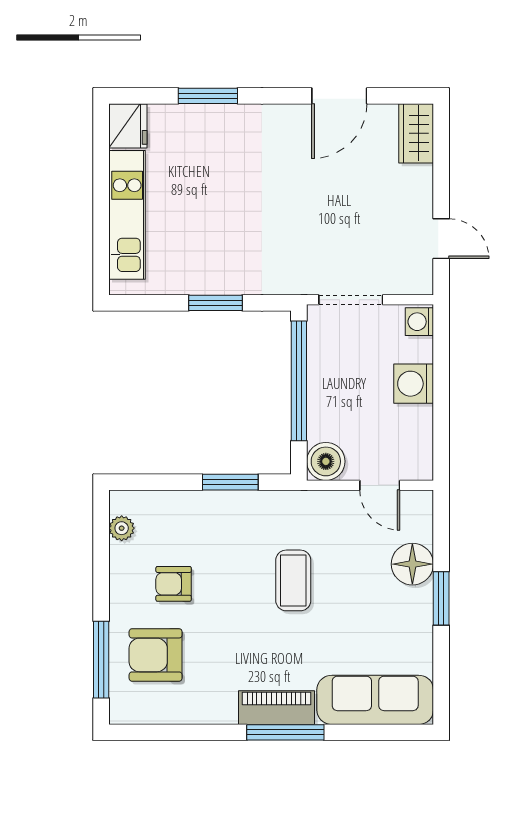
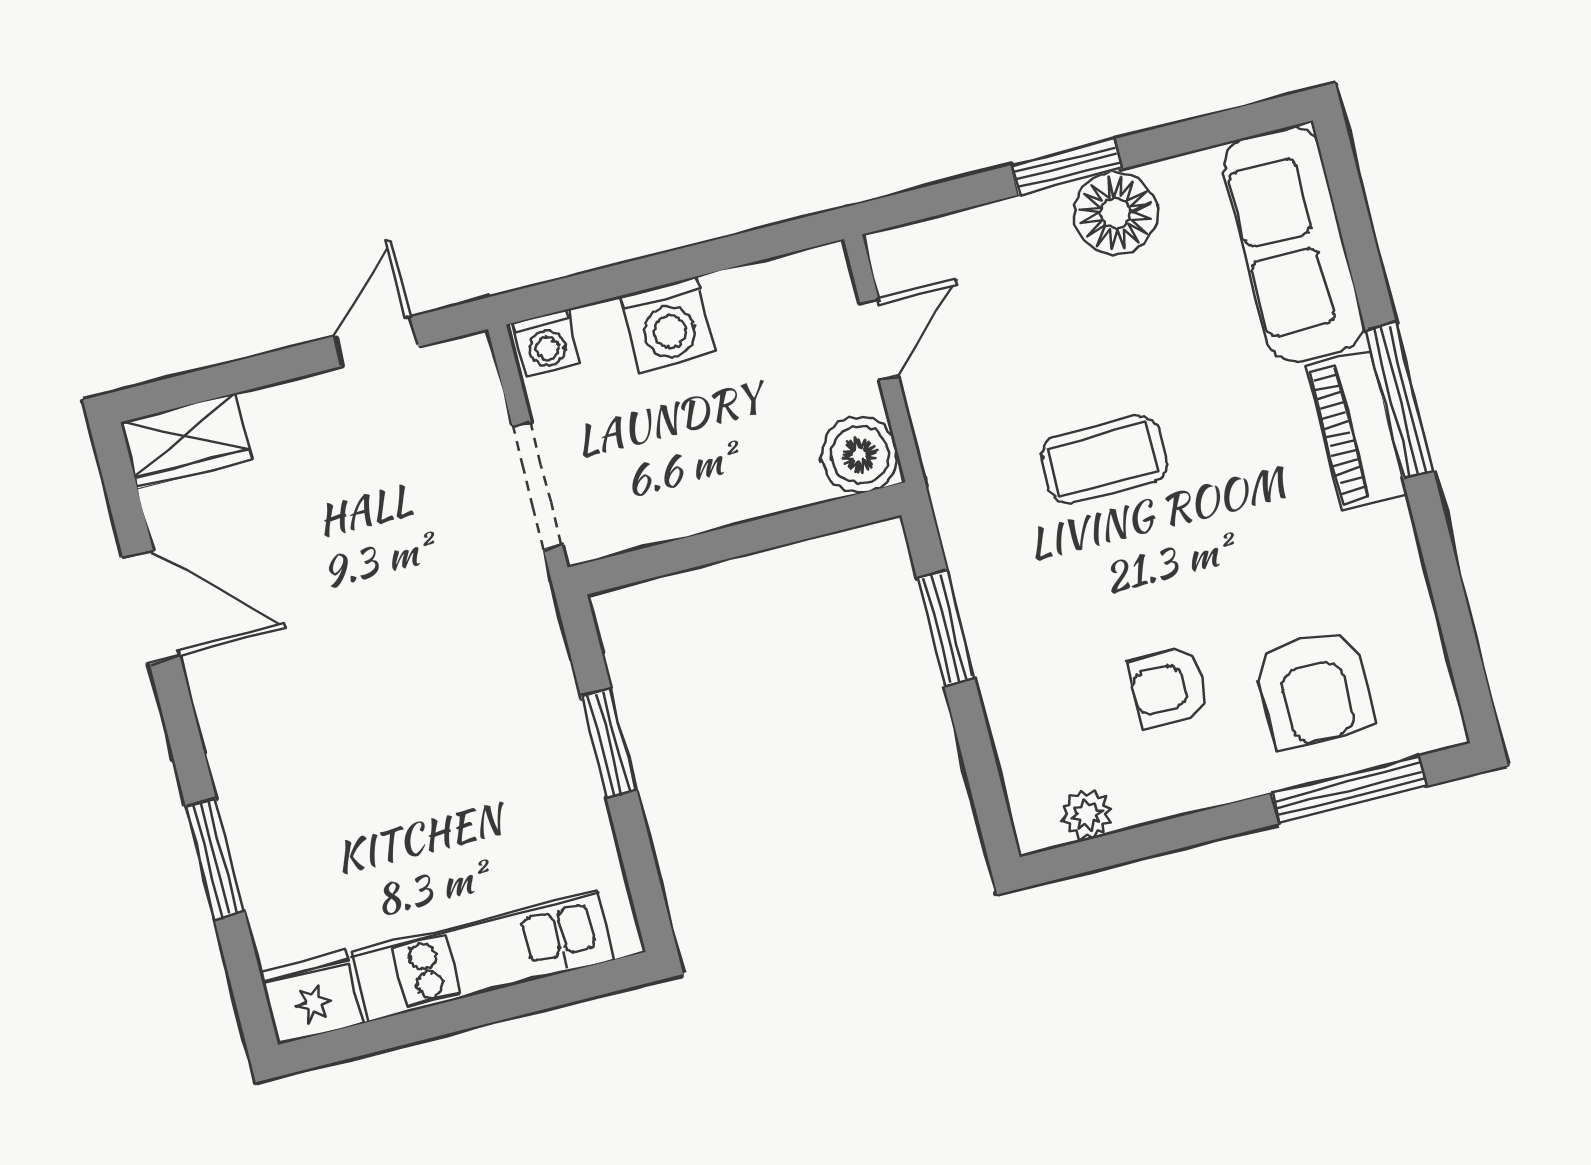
window: (299, 381) -> (718, 545), removed
floor lamp: (412, 564) -> (1116, 213), moved
armchair: (174, 584) -> (1169, 688), turned 90

